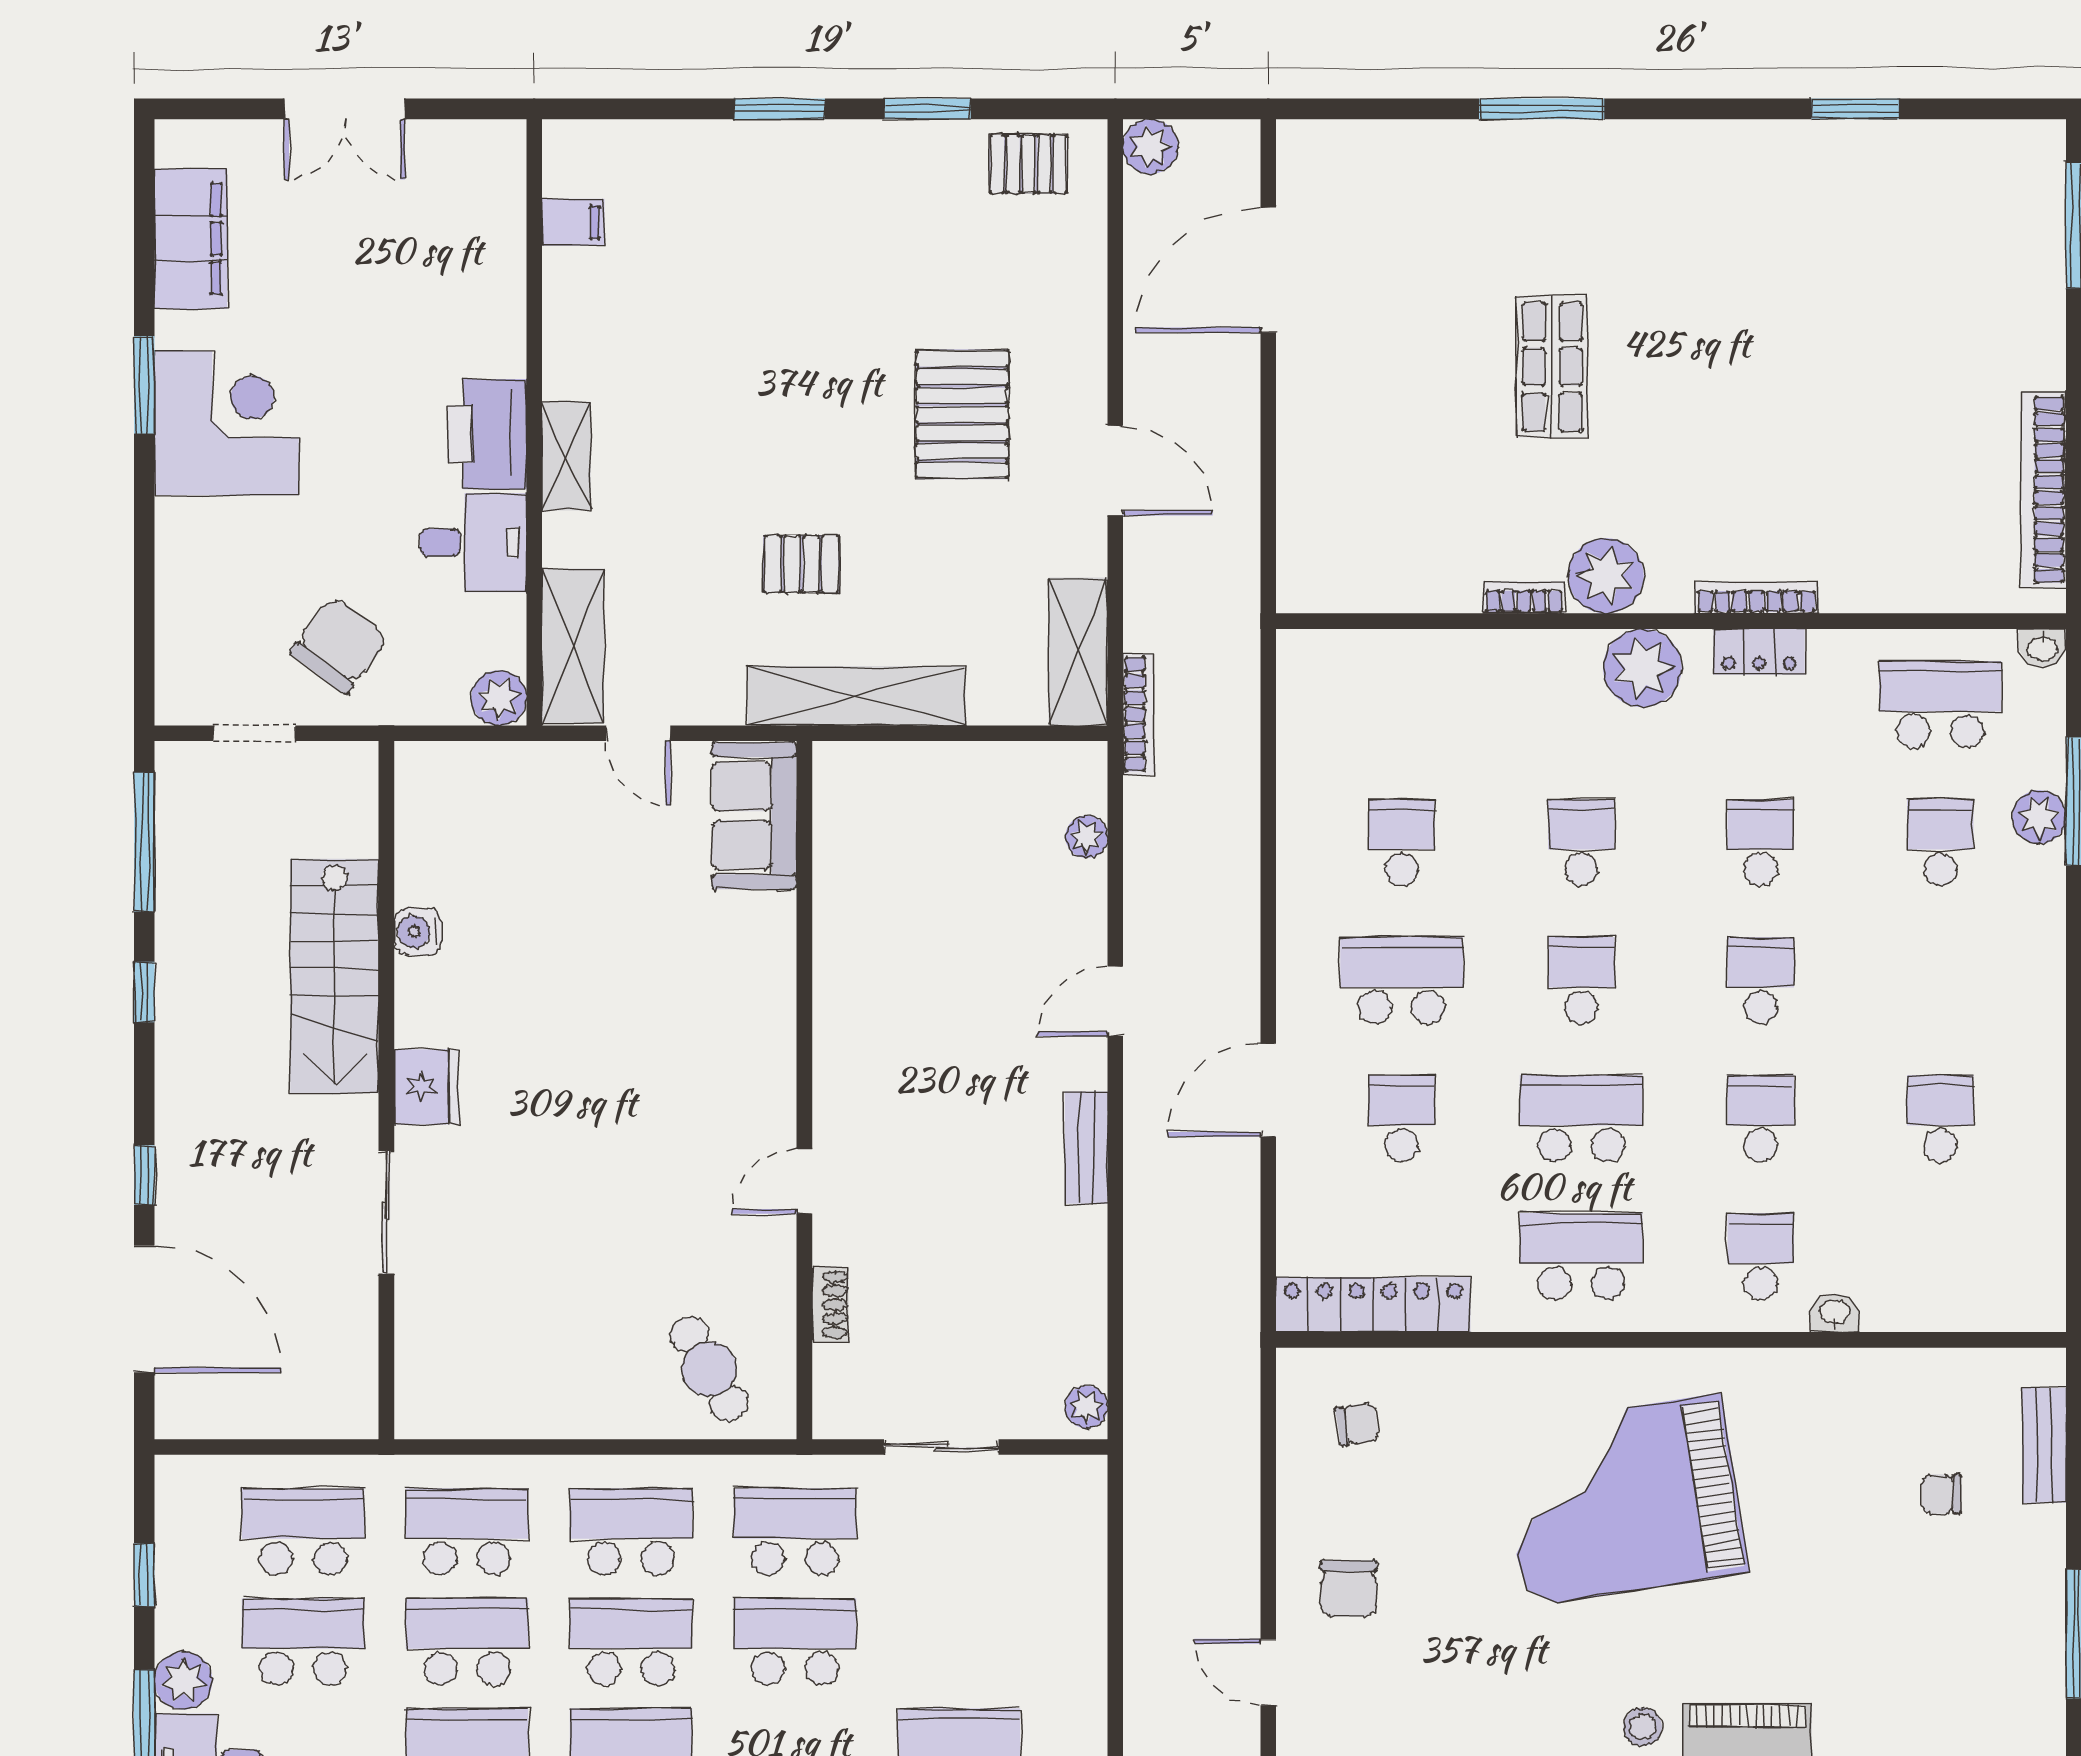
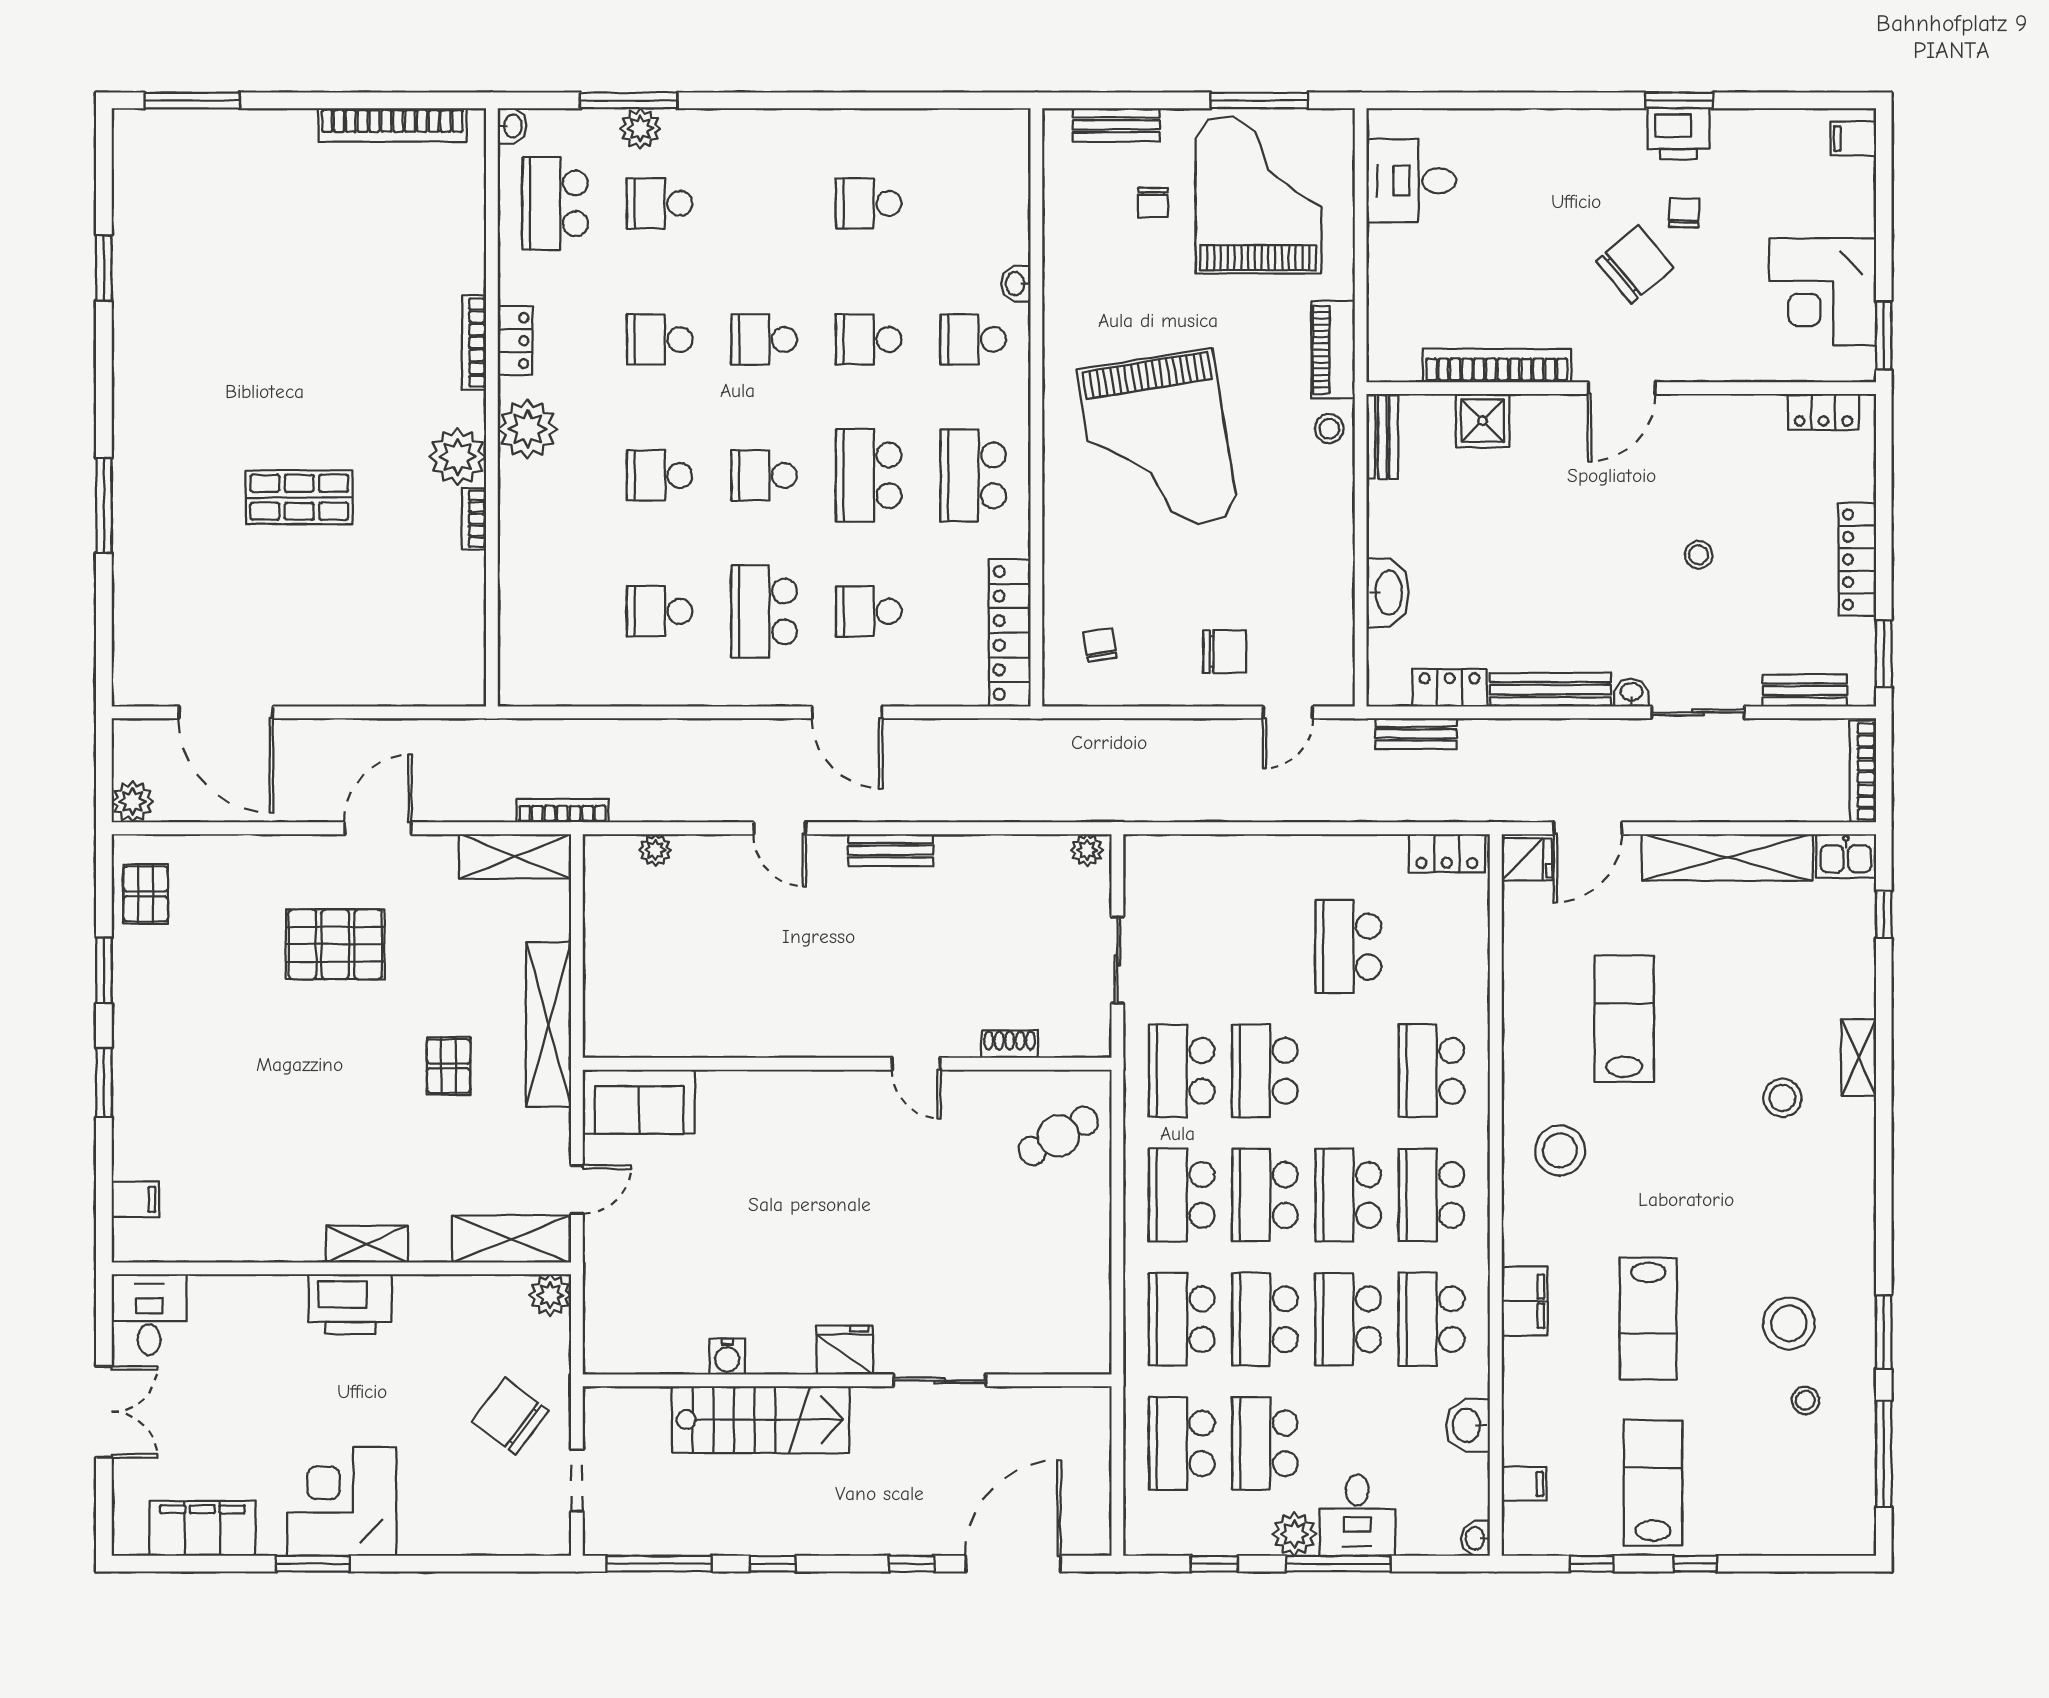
filing cabinet: (573, 222) -> (135, 1199), moved, turned 90
desk: (473, 543) -> (149, 1315), moved
grand piano: (1952, 1633) -> (1258, 195), added

